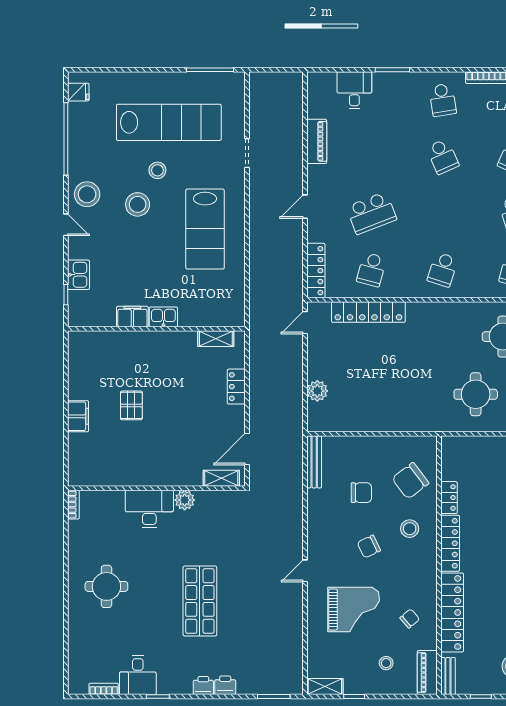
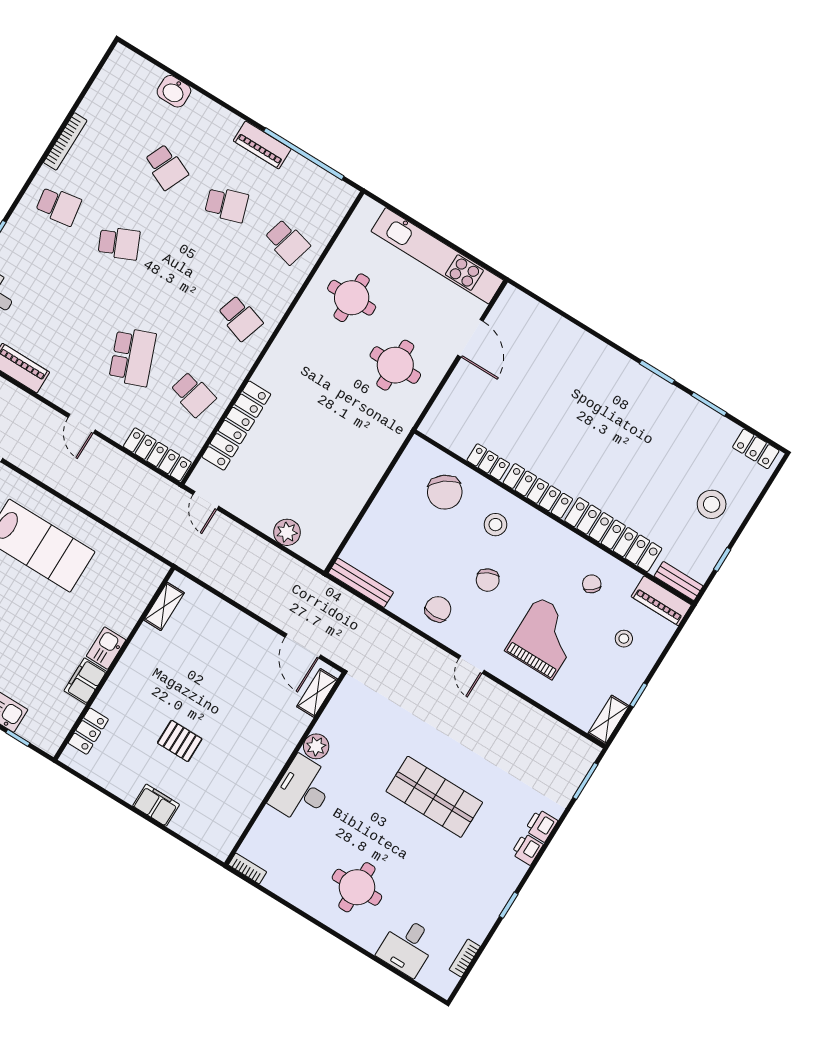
locker: (236, 387) -> (88, 731), moved, turned -90
chair: (361, 493) -> (438, 609), moved
desk: (138, 675) -> (407, 947), moved, turned 90

